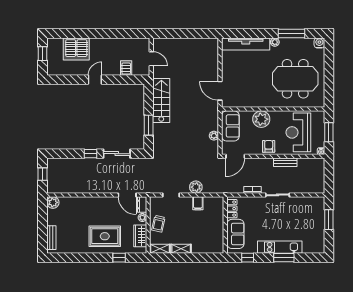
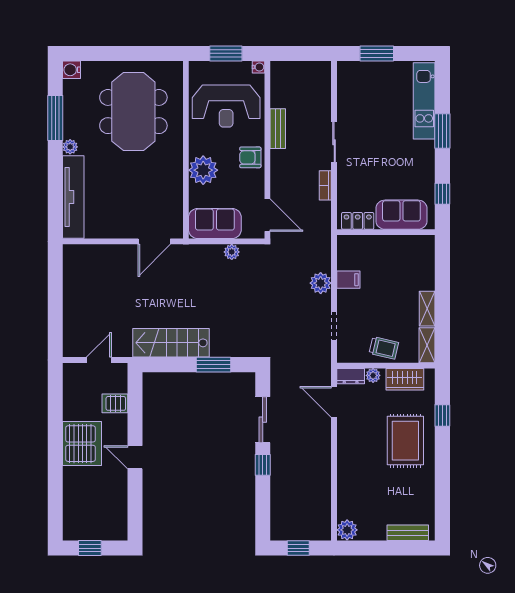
server rack: (76, 49) -> (82, 444), moved
door: (127, 195) -> (334, 402), swing flipped
kitchen unit: (280, 247) -> (424, 101), moved

